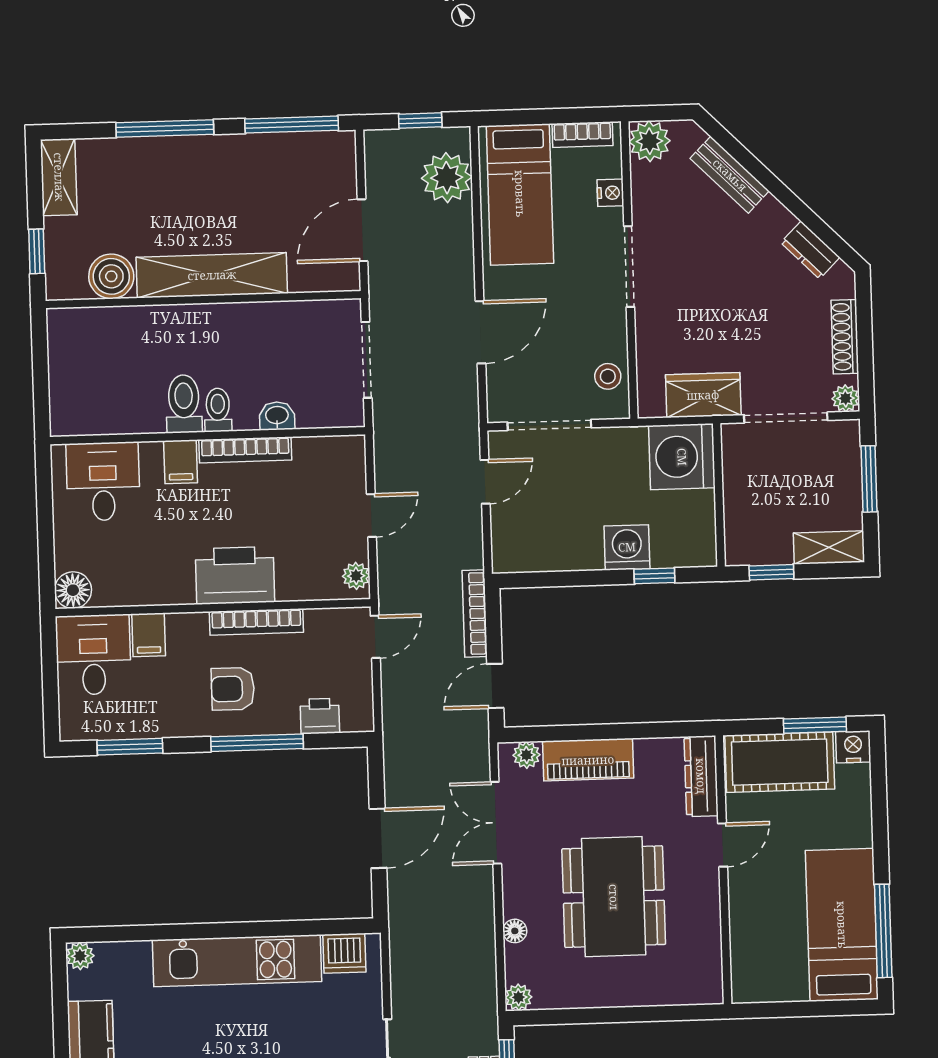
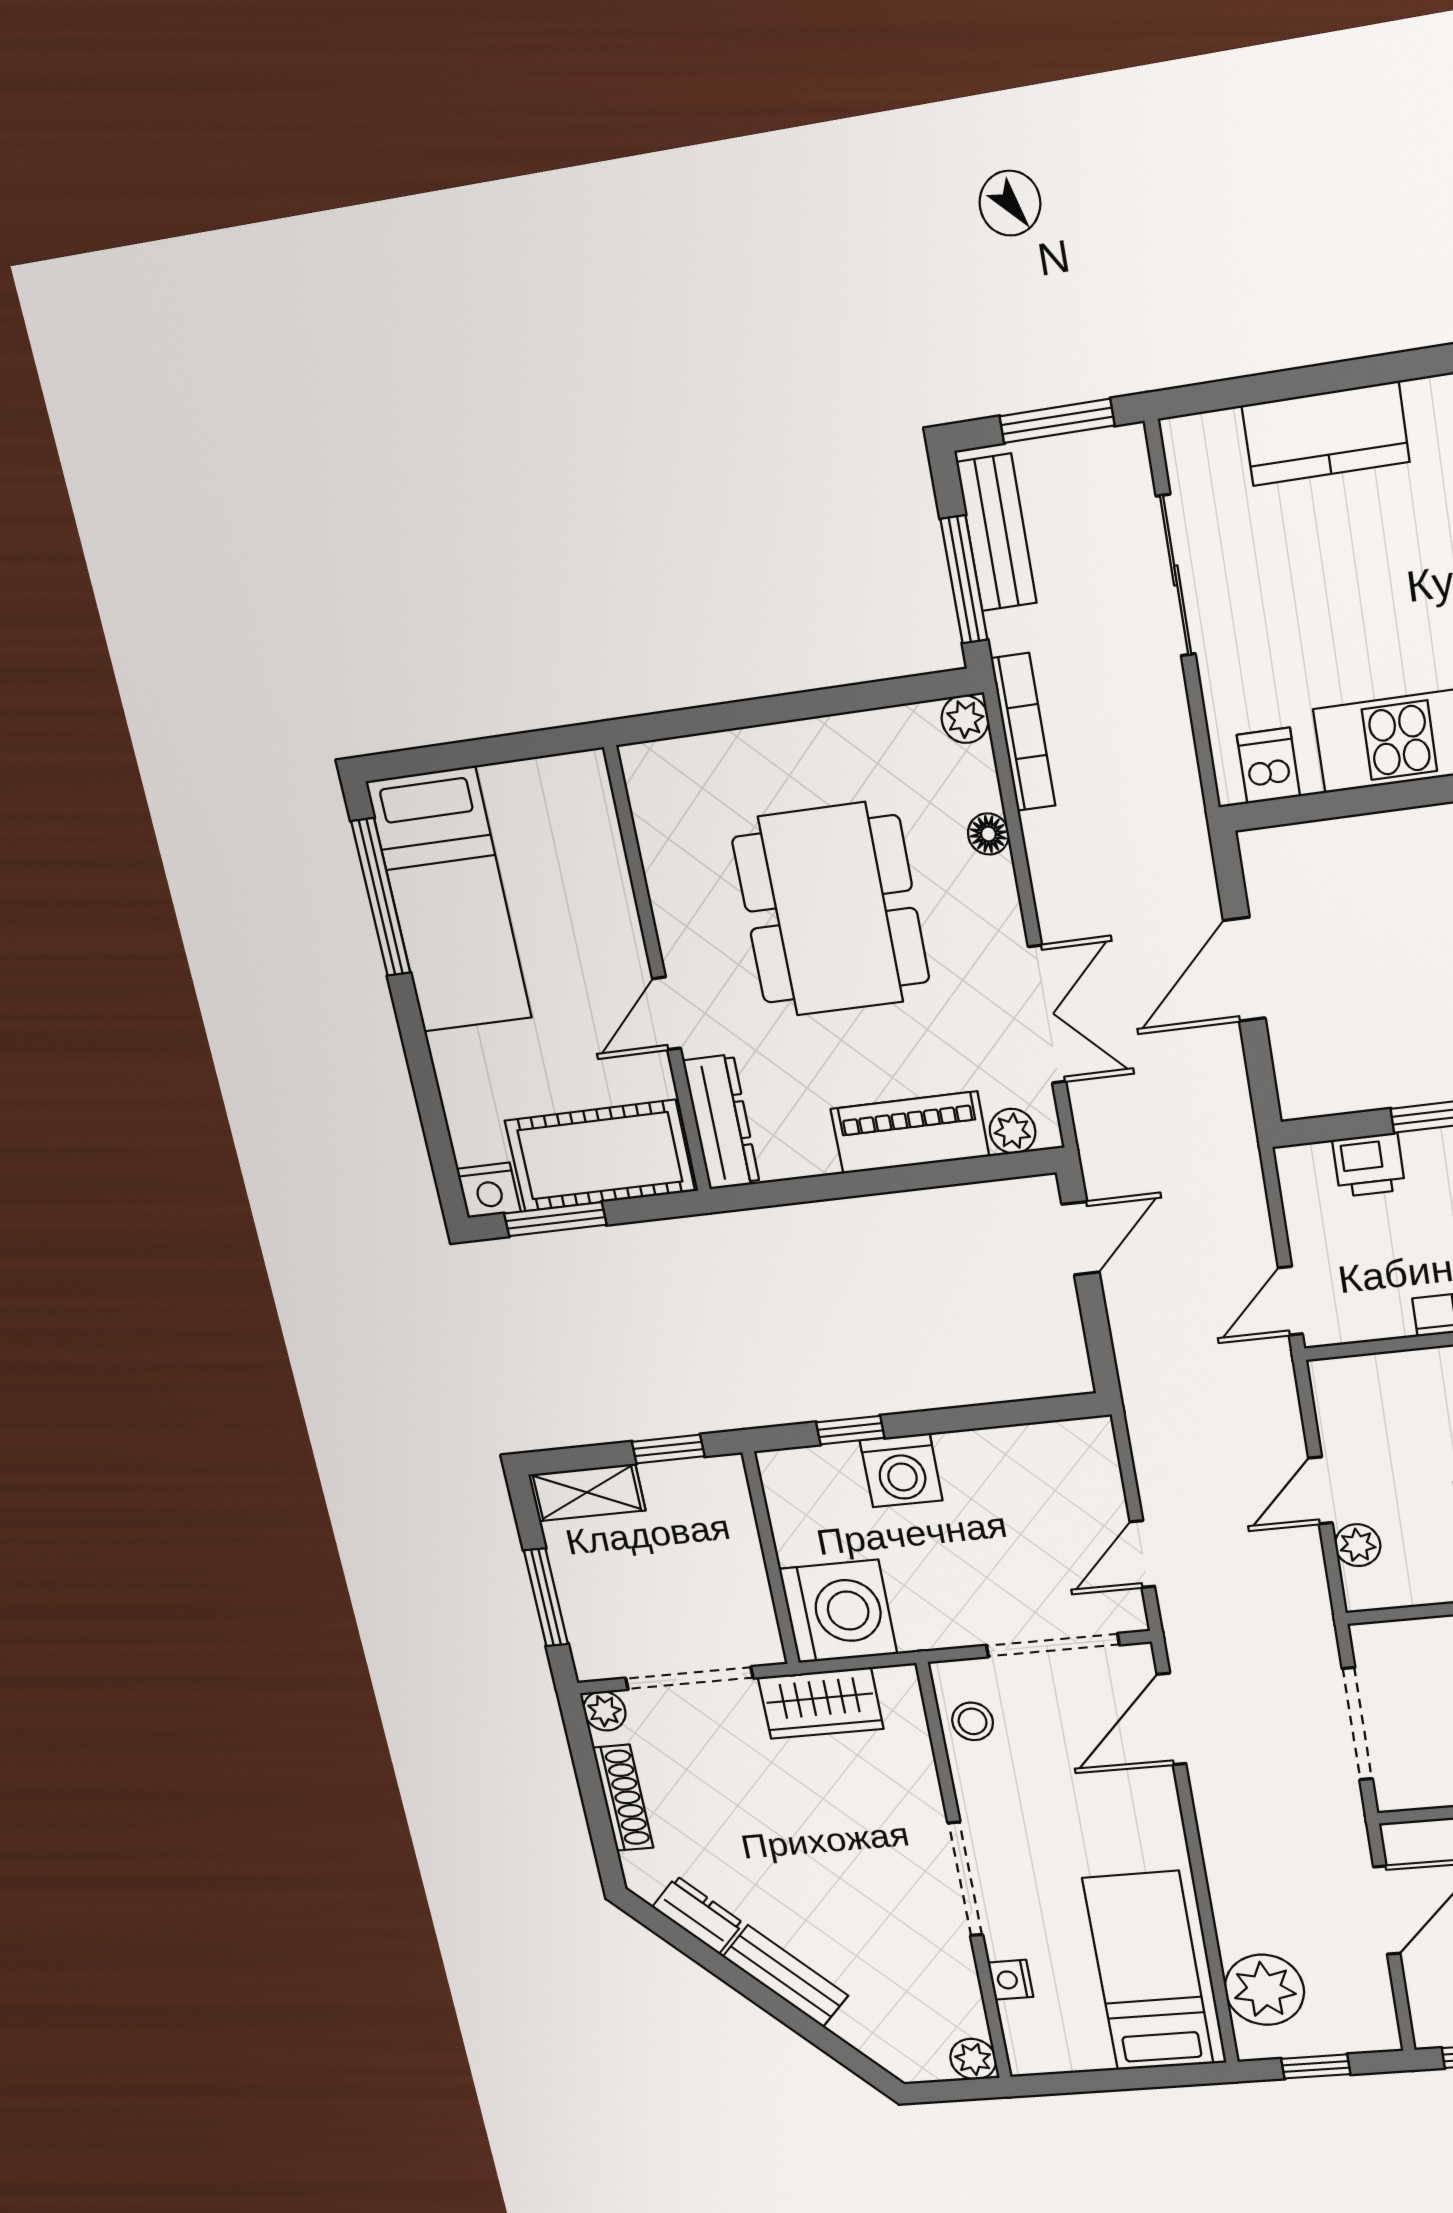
bookcase: (582, 135) -> (1065, 2057), removed
plant: (650, 141) -> (973, 2059), width x0.73, depth x0.73
bench: (730, 175) -> (785, 1976), moved
door: (481, 332) -> (1171, 1719), moved
plant: (356, 576) -> (1358, 1545), moved
bookcase: (475, 614) -> (1023, 732), moved
dishwasher: (344, 953) -> (1269, 766), width x0.73

